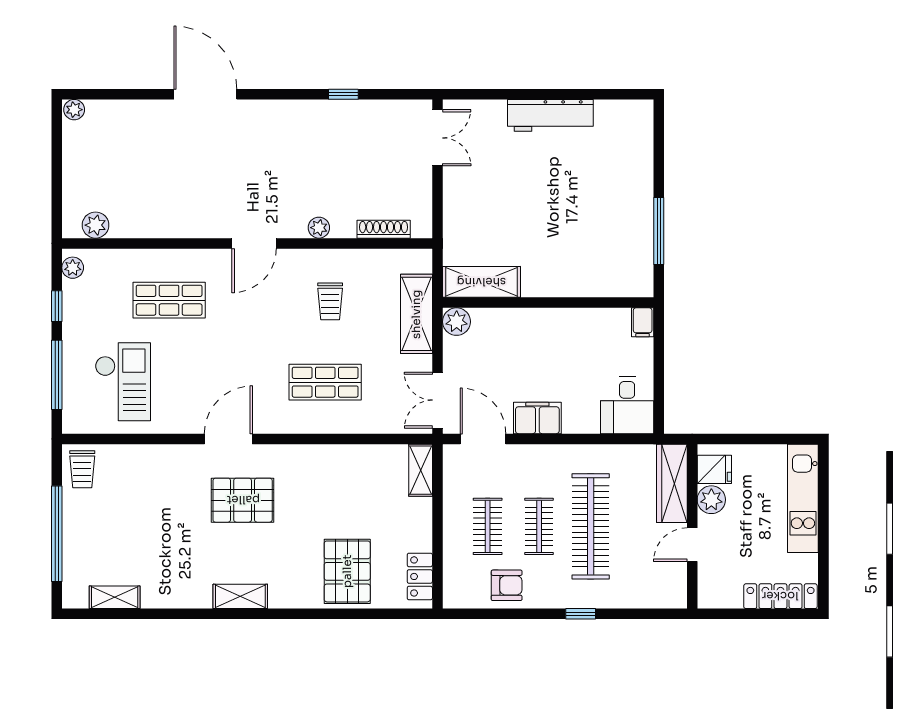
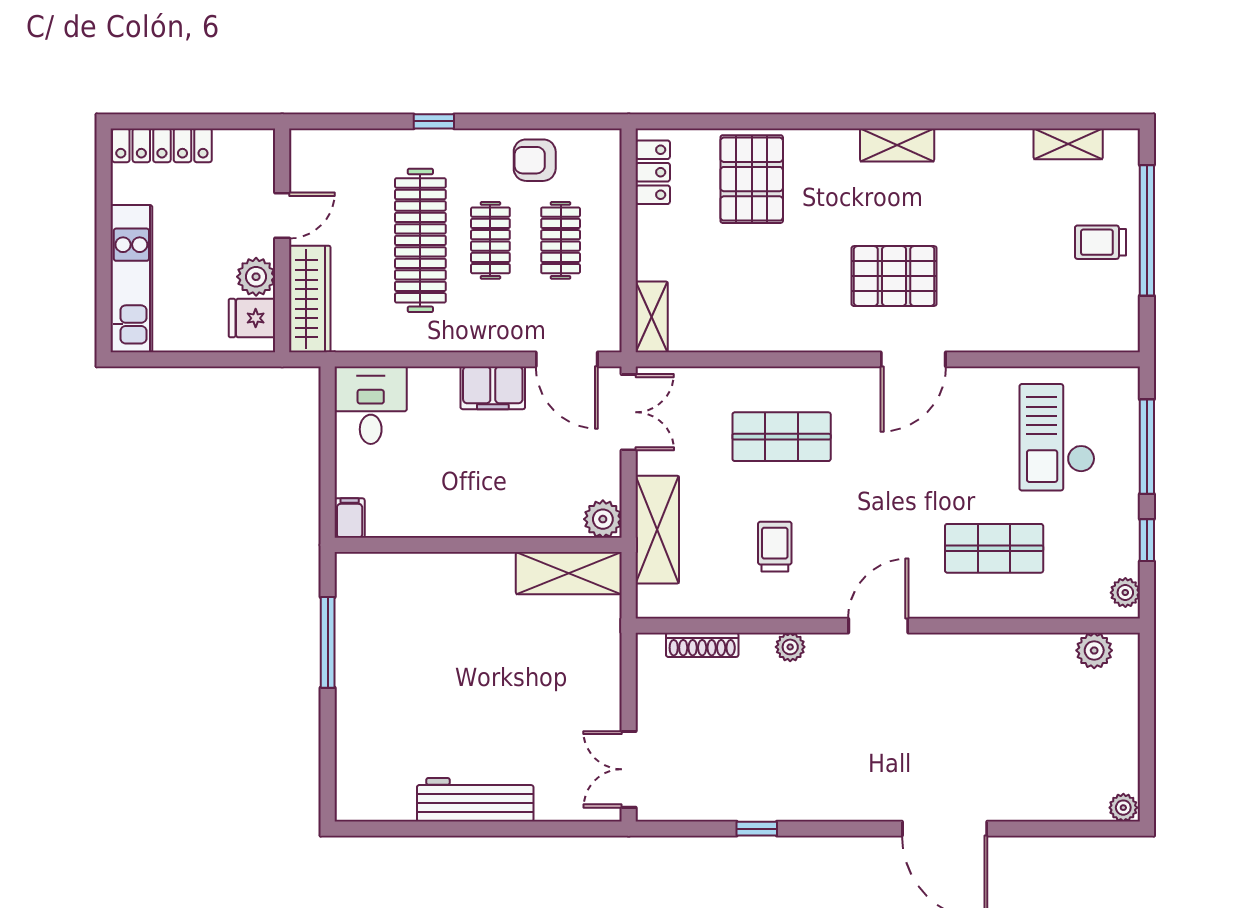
trolley: (82, 469) -> (1100, 242), moved, turned -90

